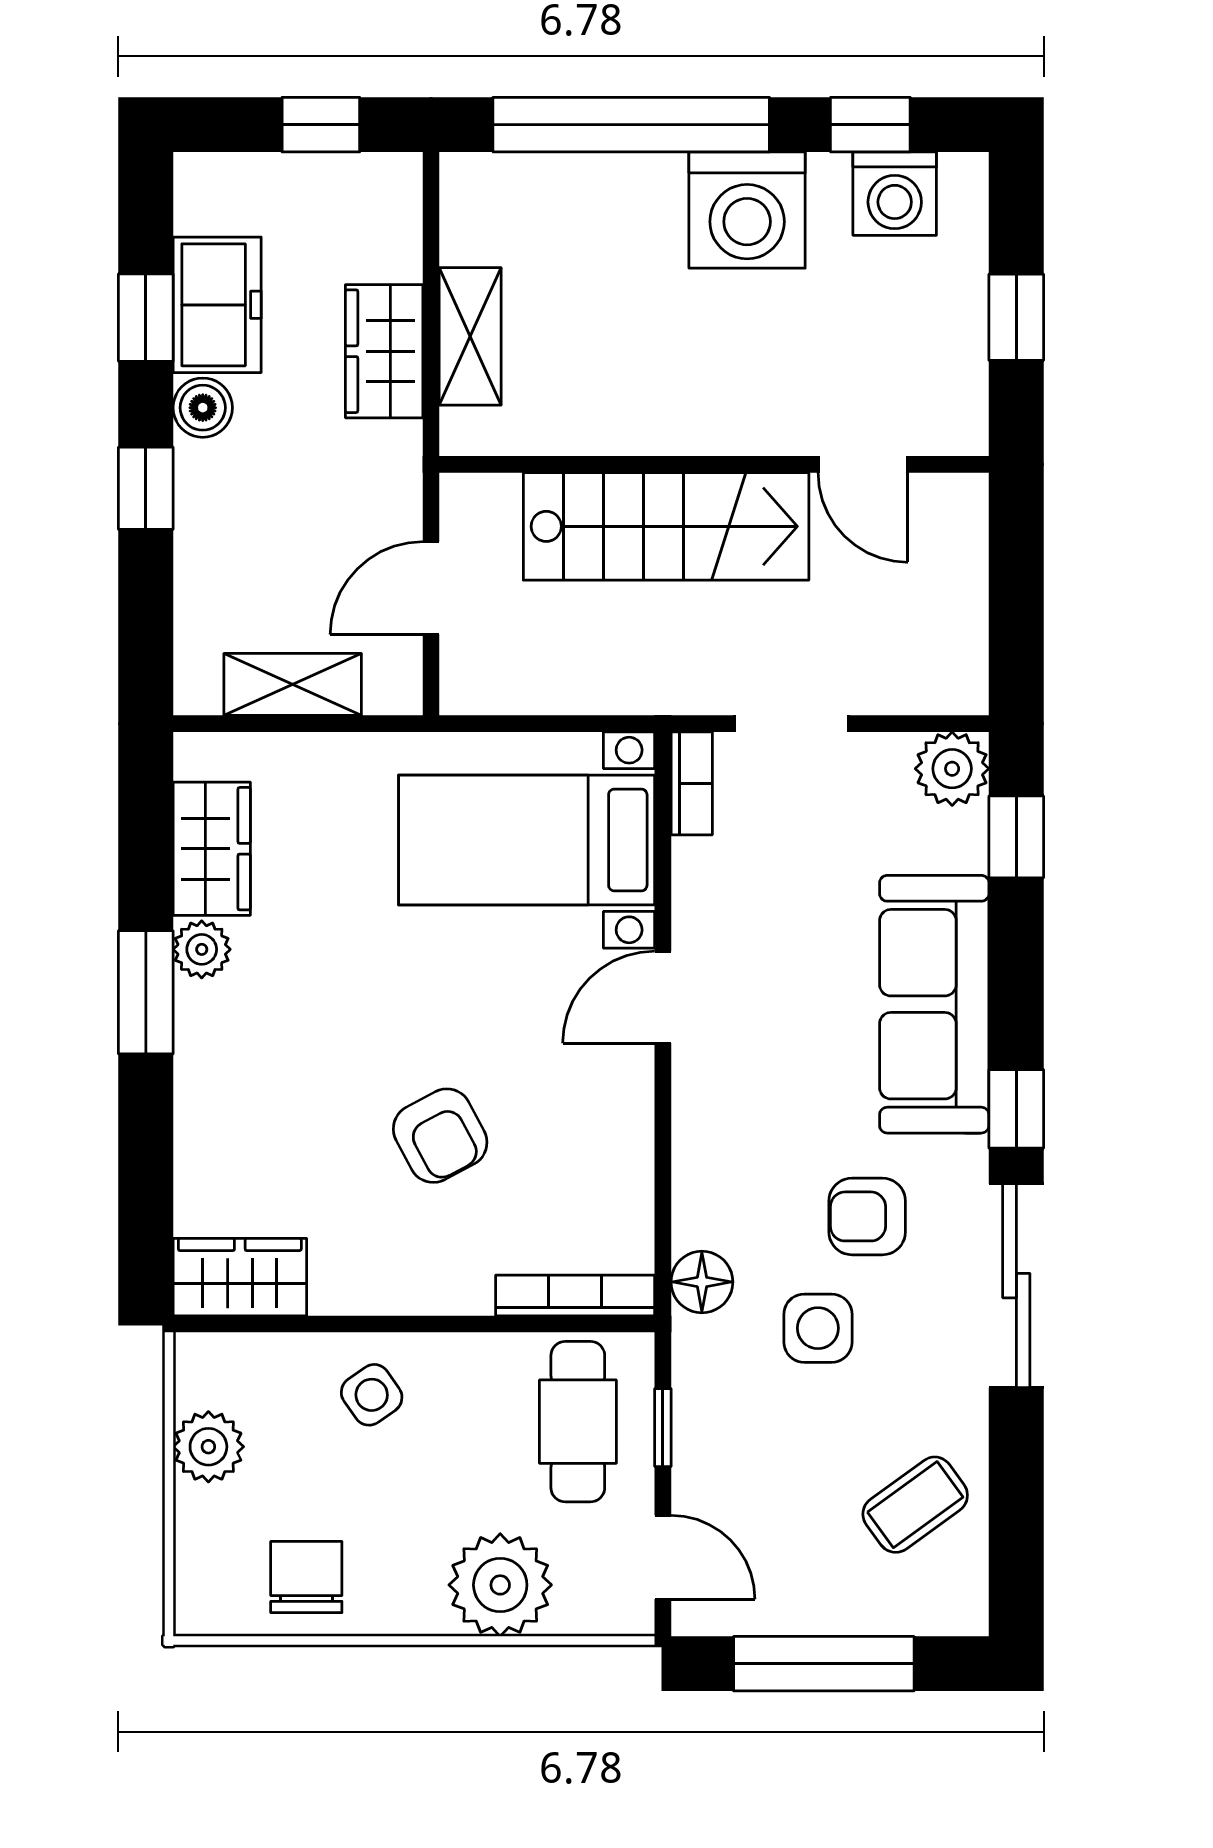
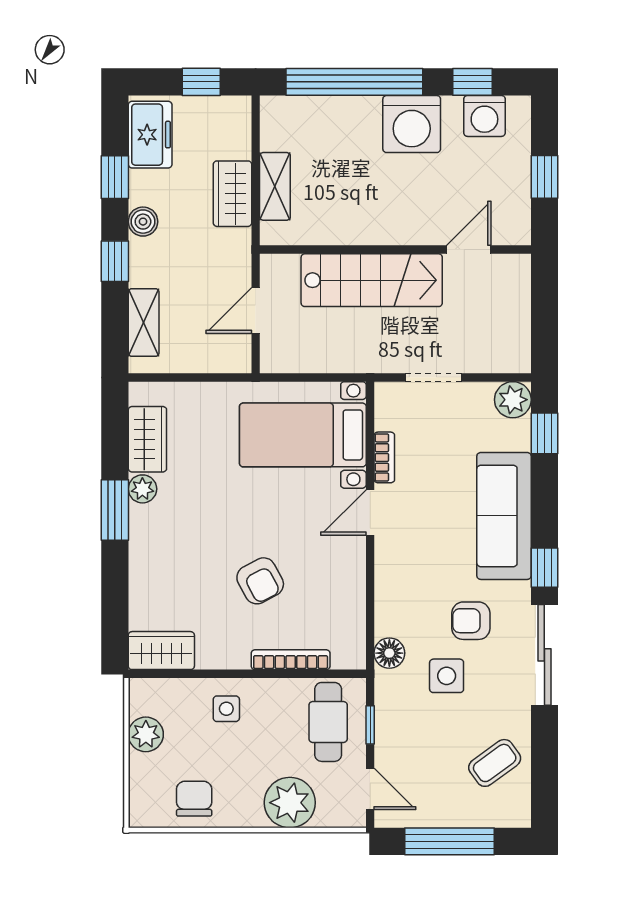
freezer: (217, 305) -> (150, 135), moved
door: (863, 464) -> (469, 250), swing flipped
shelving: (293, 684) -> (144, 323), moved, turned 90
bookcase: (692, 783) -> (384, 457), moved
bookcase: (575, 1295) -> (291, 660), moved
side table: (372, 1395) -> (226, 709), turned 35

